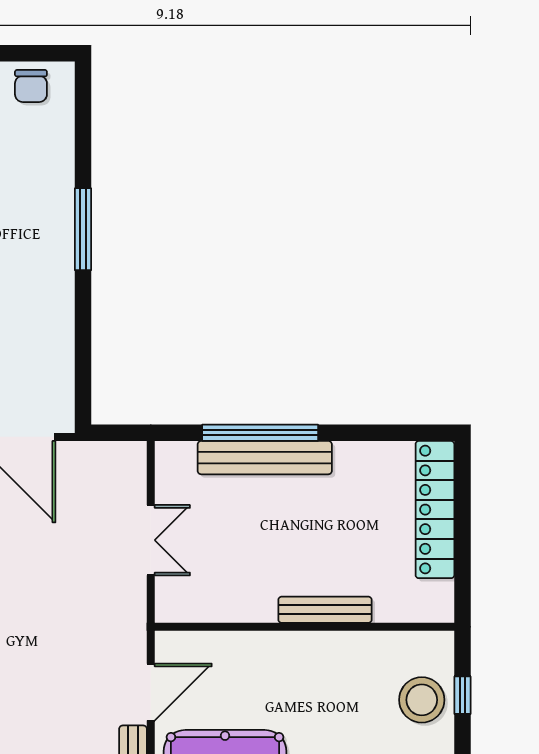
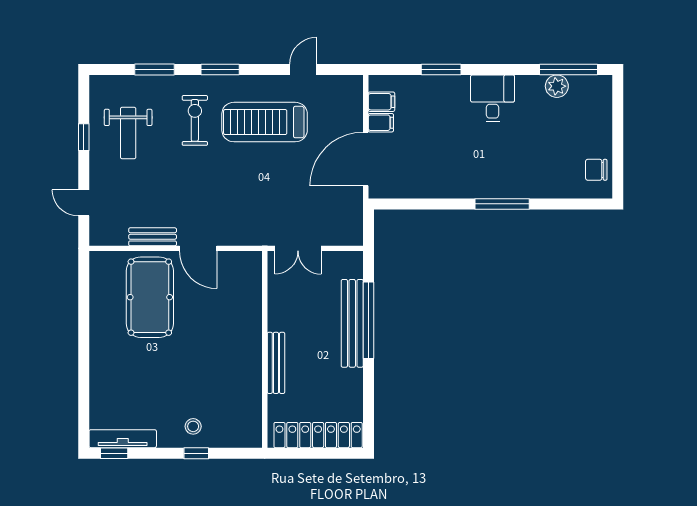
bench: (325, 610) -> (276, 363), moved
wall: (305, 627) -> (265, 349), moved
stool: (422, 700) -> (193, 426), width x0.53, depth x0.53

